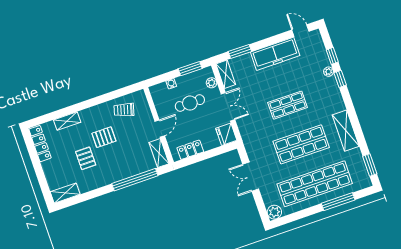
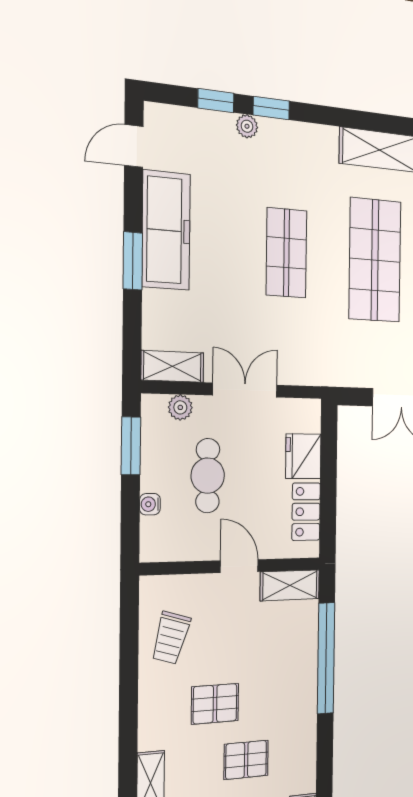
window: (240, 51) -> (133, 261), moved
fridge: (226, 134) -> (303, 456), moved, turned 90
pallet: (104, 137) -> (215, 704), turned 90

